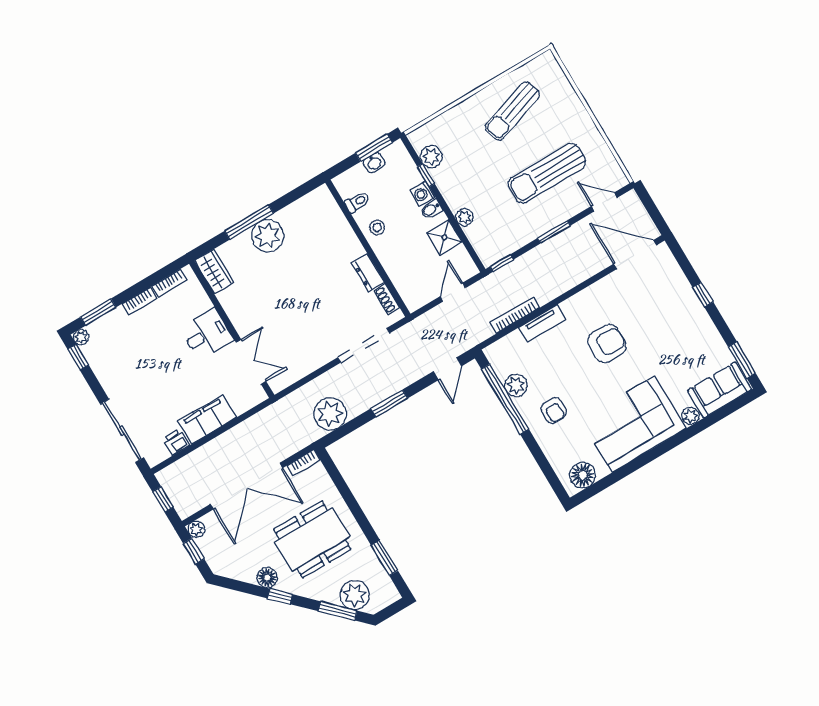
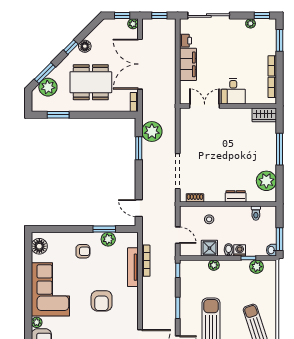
washbasin: (374, 163) -> (271, 250), moved
stool: (377, 227) -> (209, 219), moved
plant: (267, 236) -> (266, 181), moved
dresser: (368, 273) -> (236, 196), moved
tv unit: (542, 323) -> (133, 267), width x1.41
plant: (81, 337) -> (251, 23), moved
double door: (251, 362) -> (205, 106), swing flipped
window: (505, 399) -> (104, 229), width x0.47
window: (389, 403) -> (139, 148), moved
armchair: (554, 410) -> (83, 251), turned 180
dining table: (312, 539) -> (91, 82), turned 90

